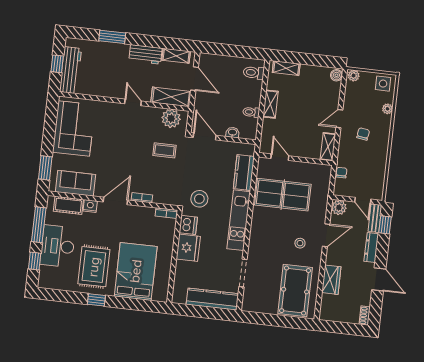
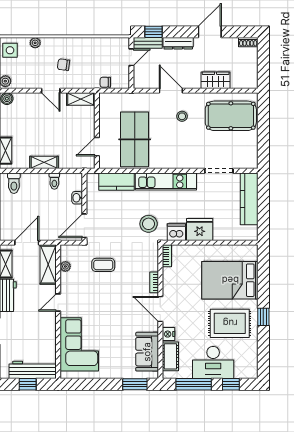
plant: (171, 118) -> (65, 266), width x0.53, depth x0.53
corner sofa: (74, 129) -> (79, 344), moved, turned 90
coffee table: (164, 150) -> (103, 265), turned 90
plant: (339, 207) -> (141, 81), removed

